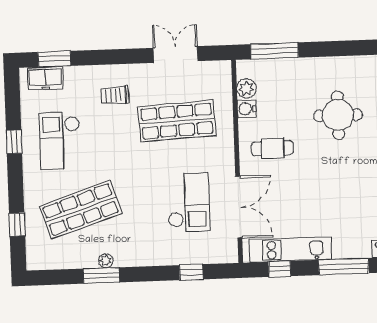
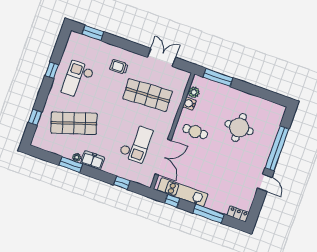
freezer: (45, 78) -> (92, 160), moved, turned 180

